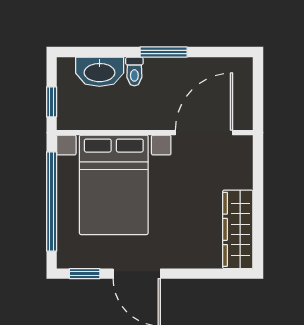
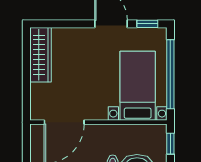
bed with nightstands: (114, 185) -> (138, 86), width x0.73

